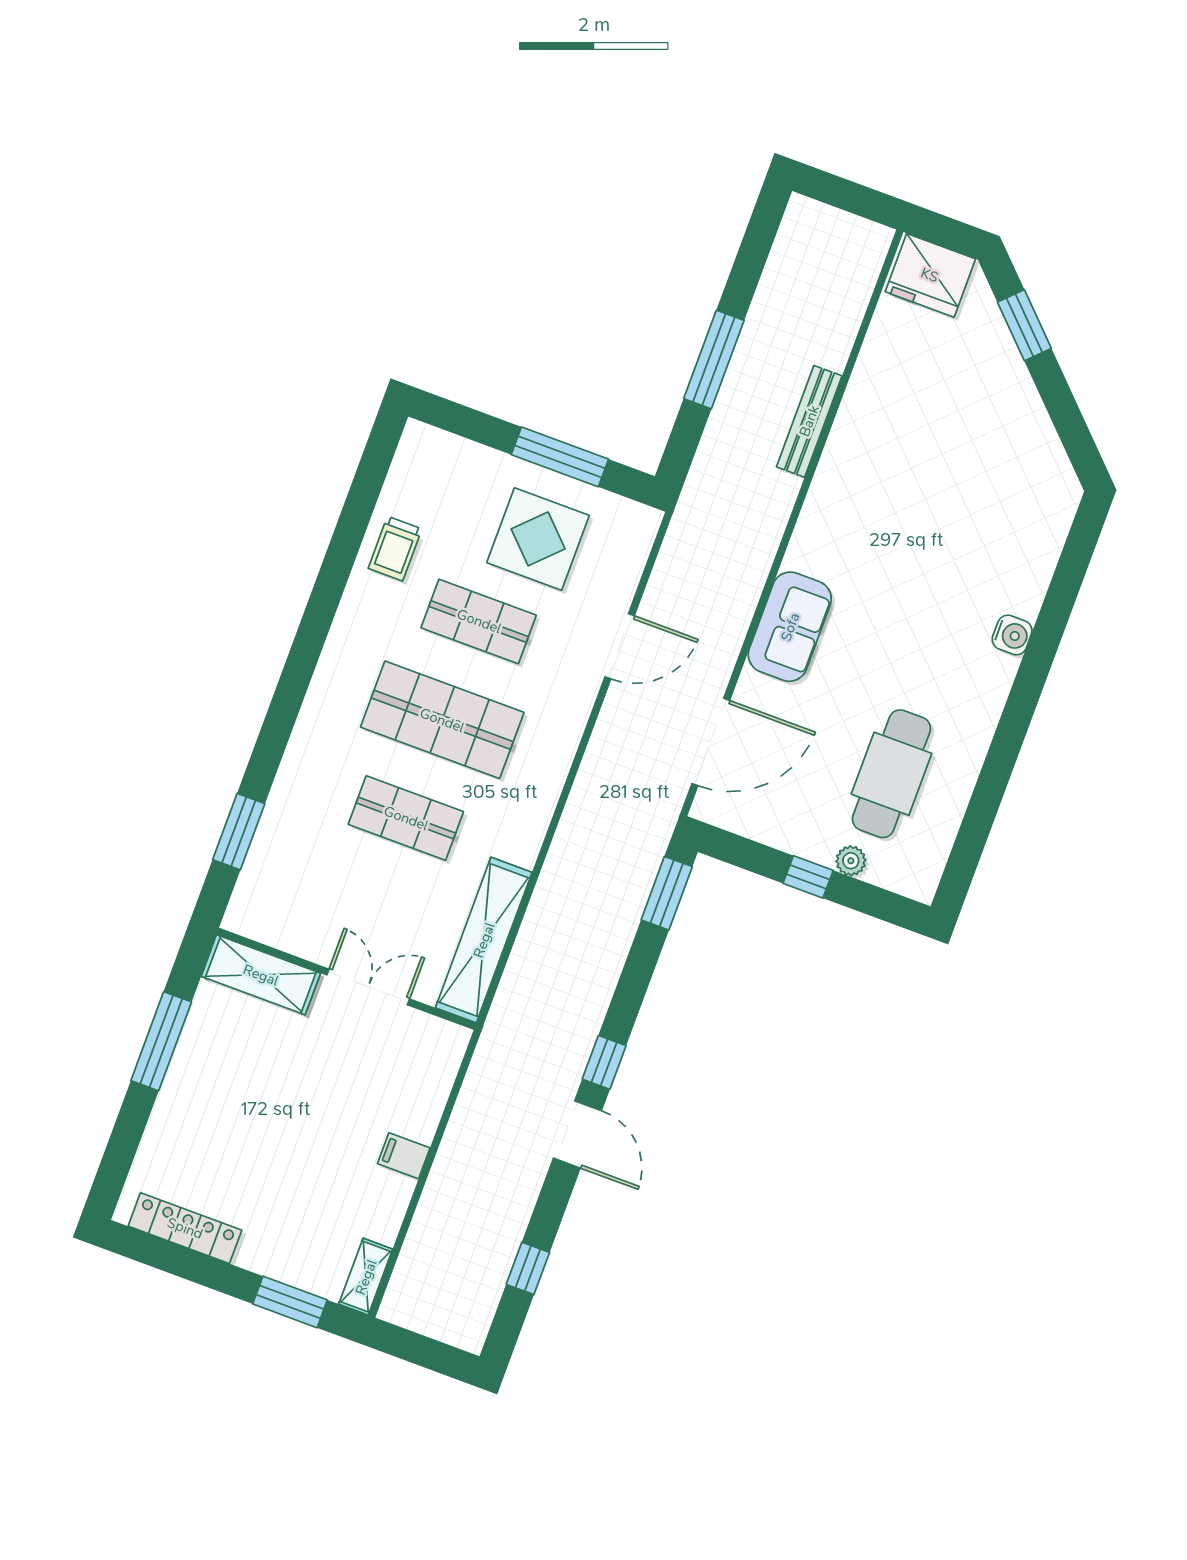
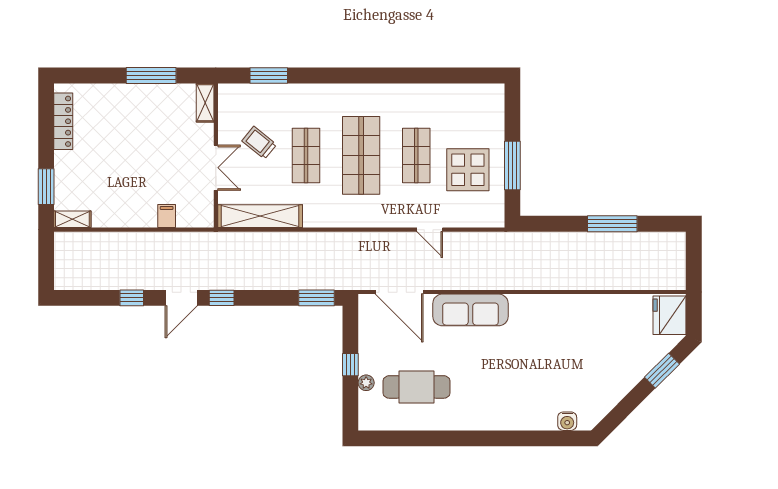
window: (714, 360) -> (612, 224), moved
bench: (809, 421) -> (575, 282), removed
trolley: (395, 549) -> (259, 143), moved, turned 39
sofa: (790, 627) -> (470, 310), width x1.36
water cooler: (1012, 635) -> (567, 421), moved
door: (620, 646) -> (430, 230), width x0.73
shelving: (261, 975) -> (205, 103), width x0.67, depth x0.75
filing cabinet: (404, 1156) -> (167, 216), moved
window: (528, 1268) -> (132, 298), moved

